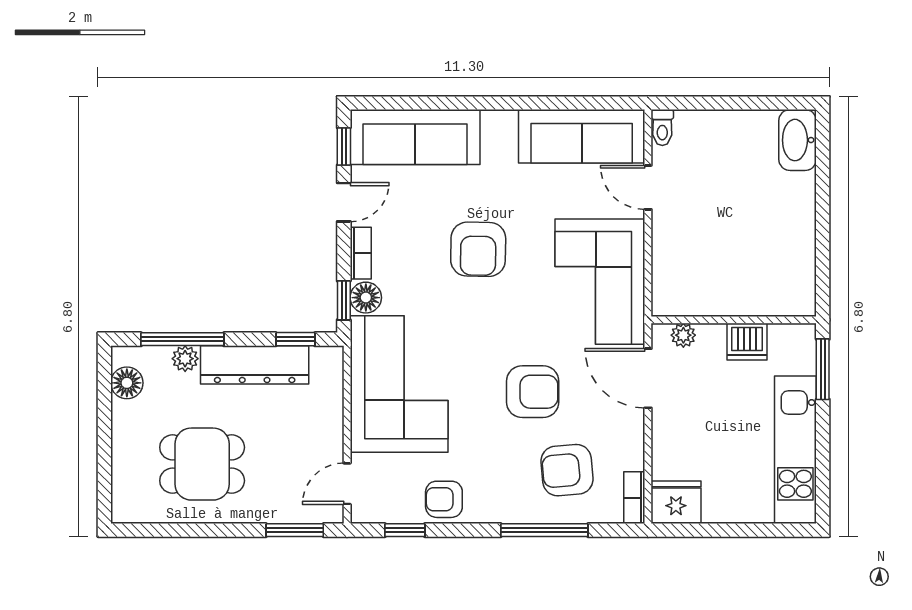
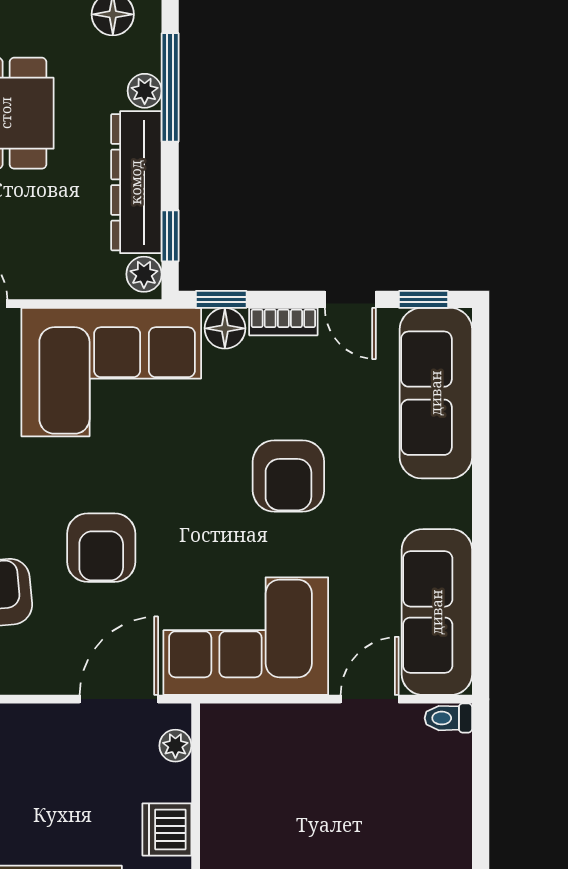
armchair: (478, 249) -> (288, 476), turned -91
plant: (325, 359) -> (144, 274), added

